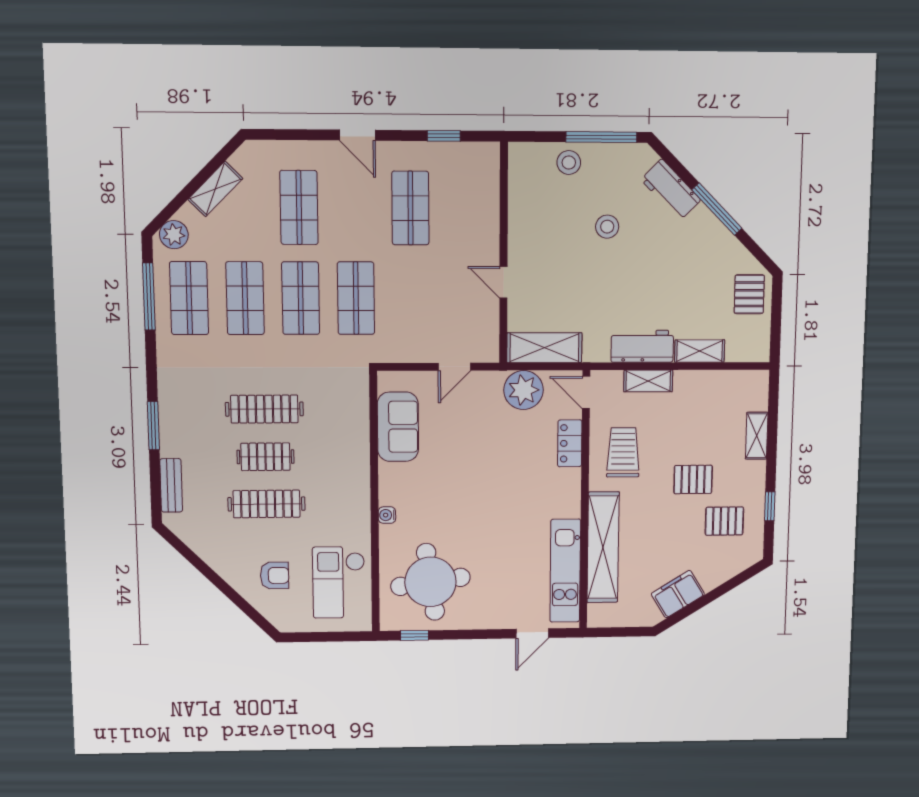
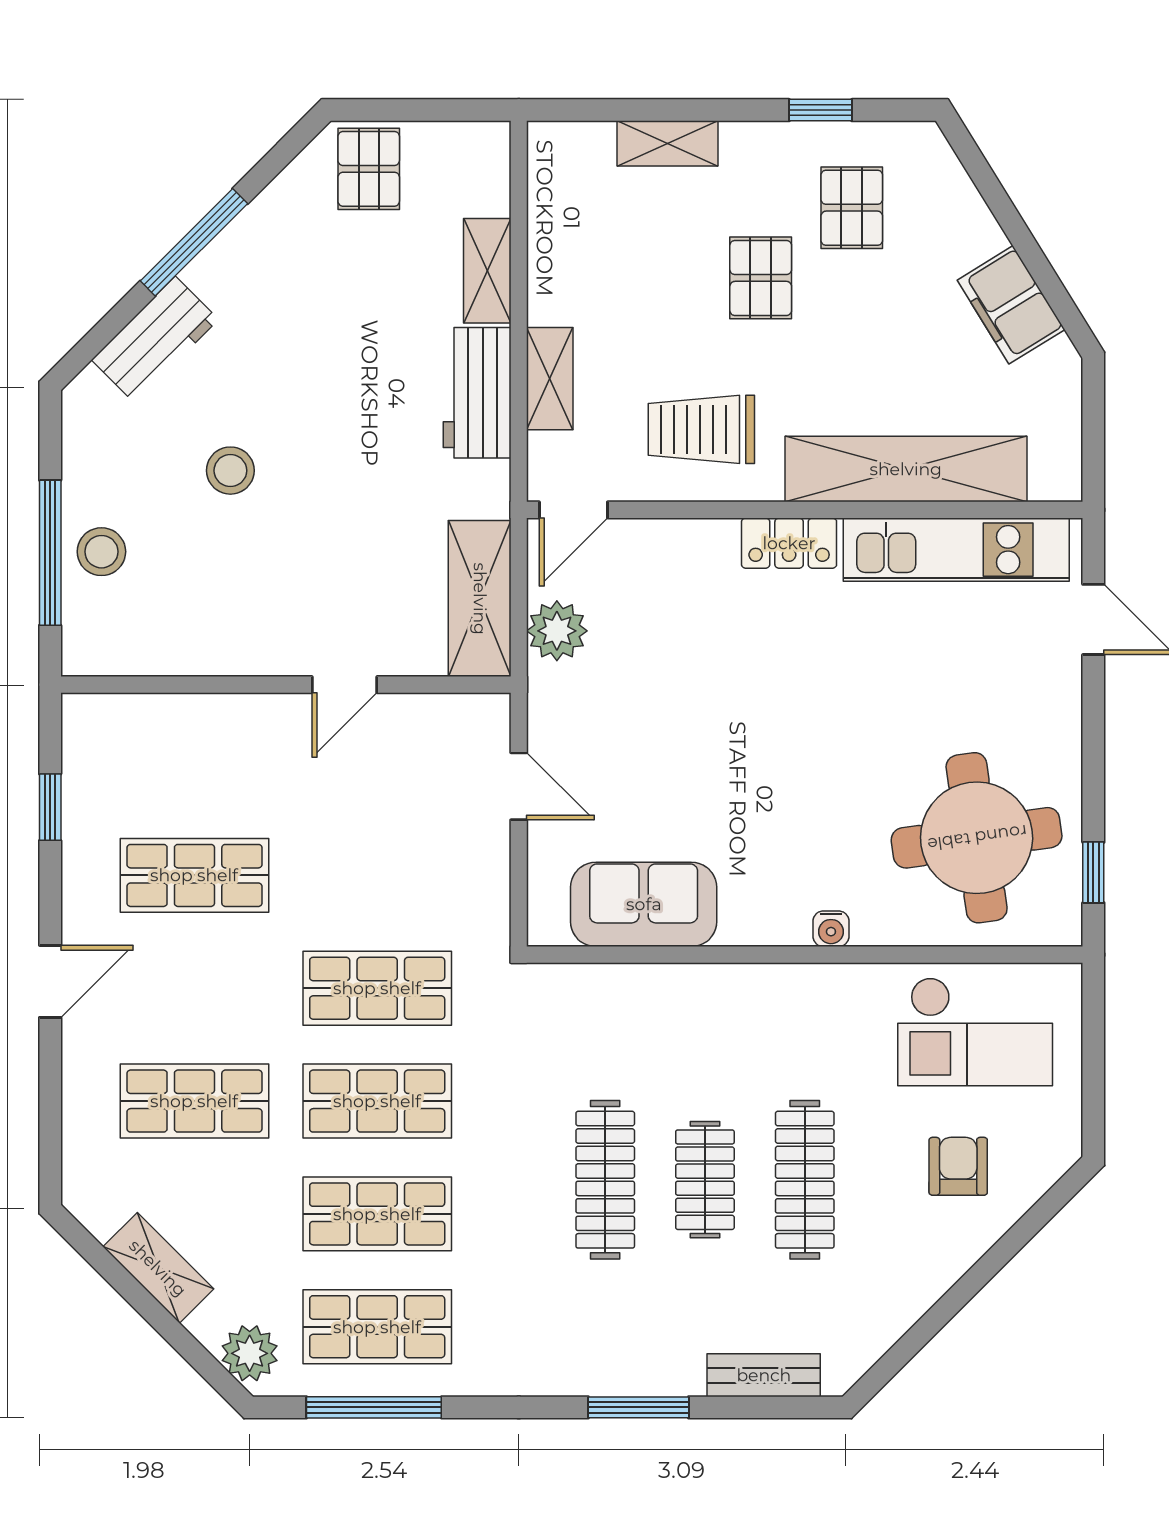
window: (601, 137) -> (50, 553), moved
pallet: (749, 294) -> (369, 169), turned 90
plant: (523, 390) -> (557, 631), width x0.73, depth x0.73
locker: (570, 443) -> (789, 543), moved

